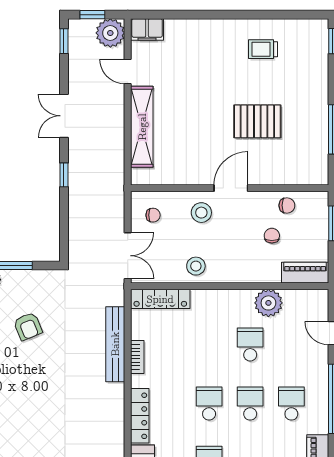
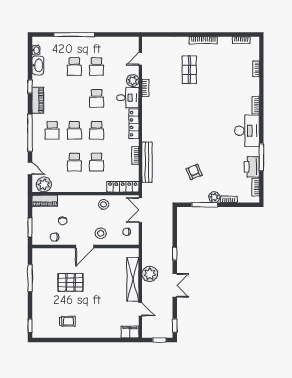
plant: (110, 33) -> (150, 274), moved
plant: (268, 303) -> (44, 185), moved
school desk: (209, 344) -> (97, 162), added

